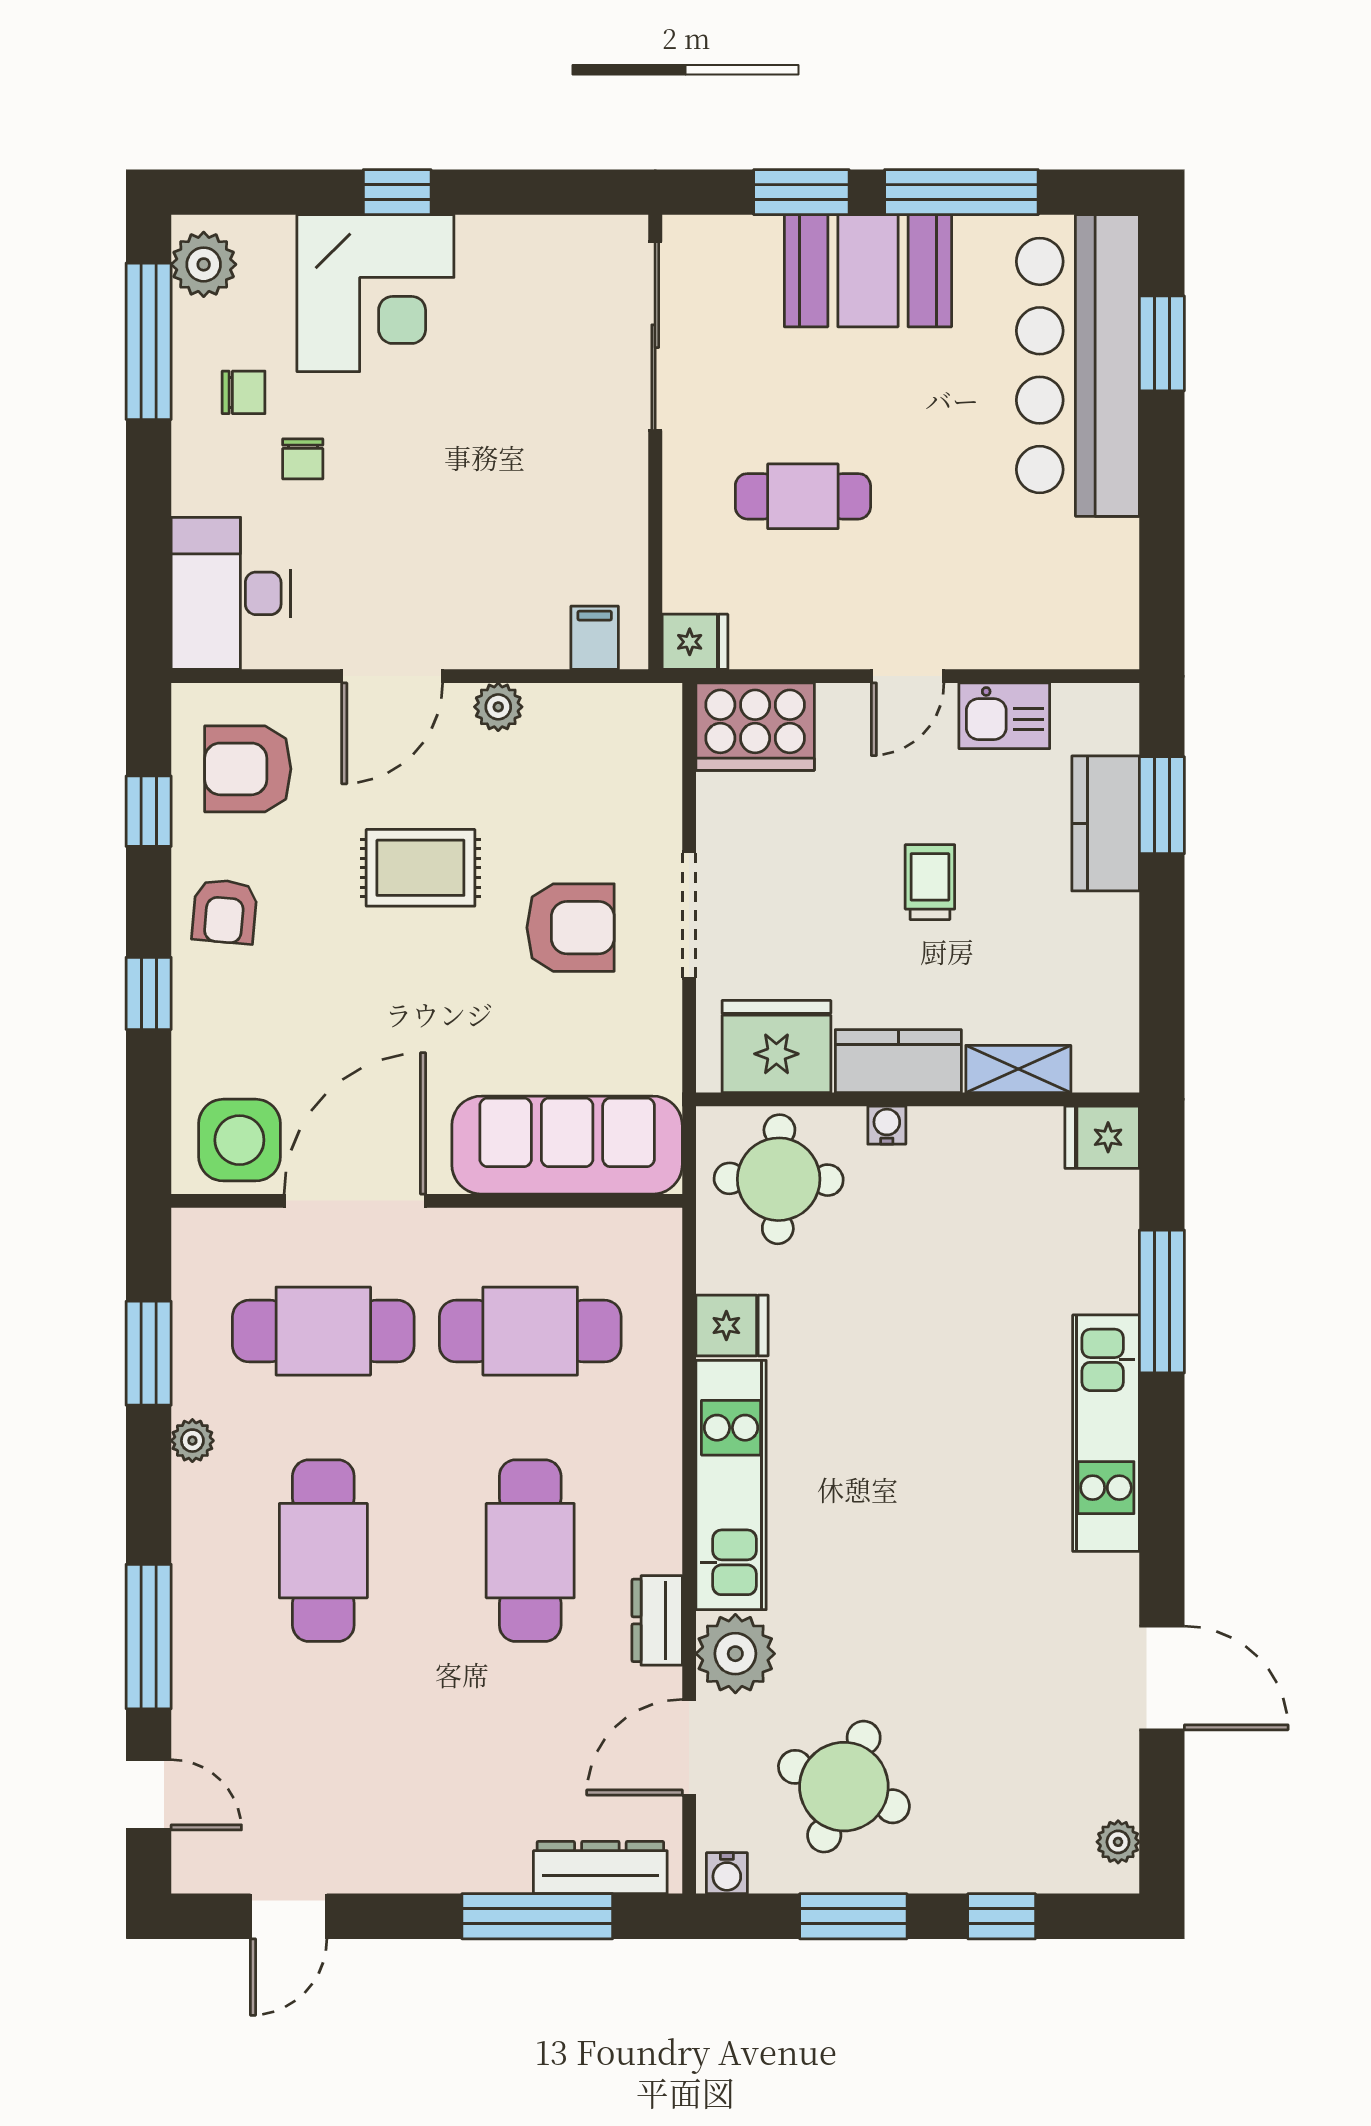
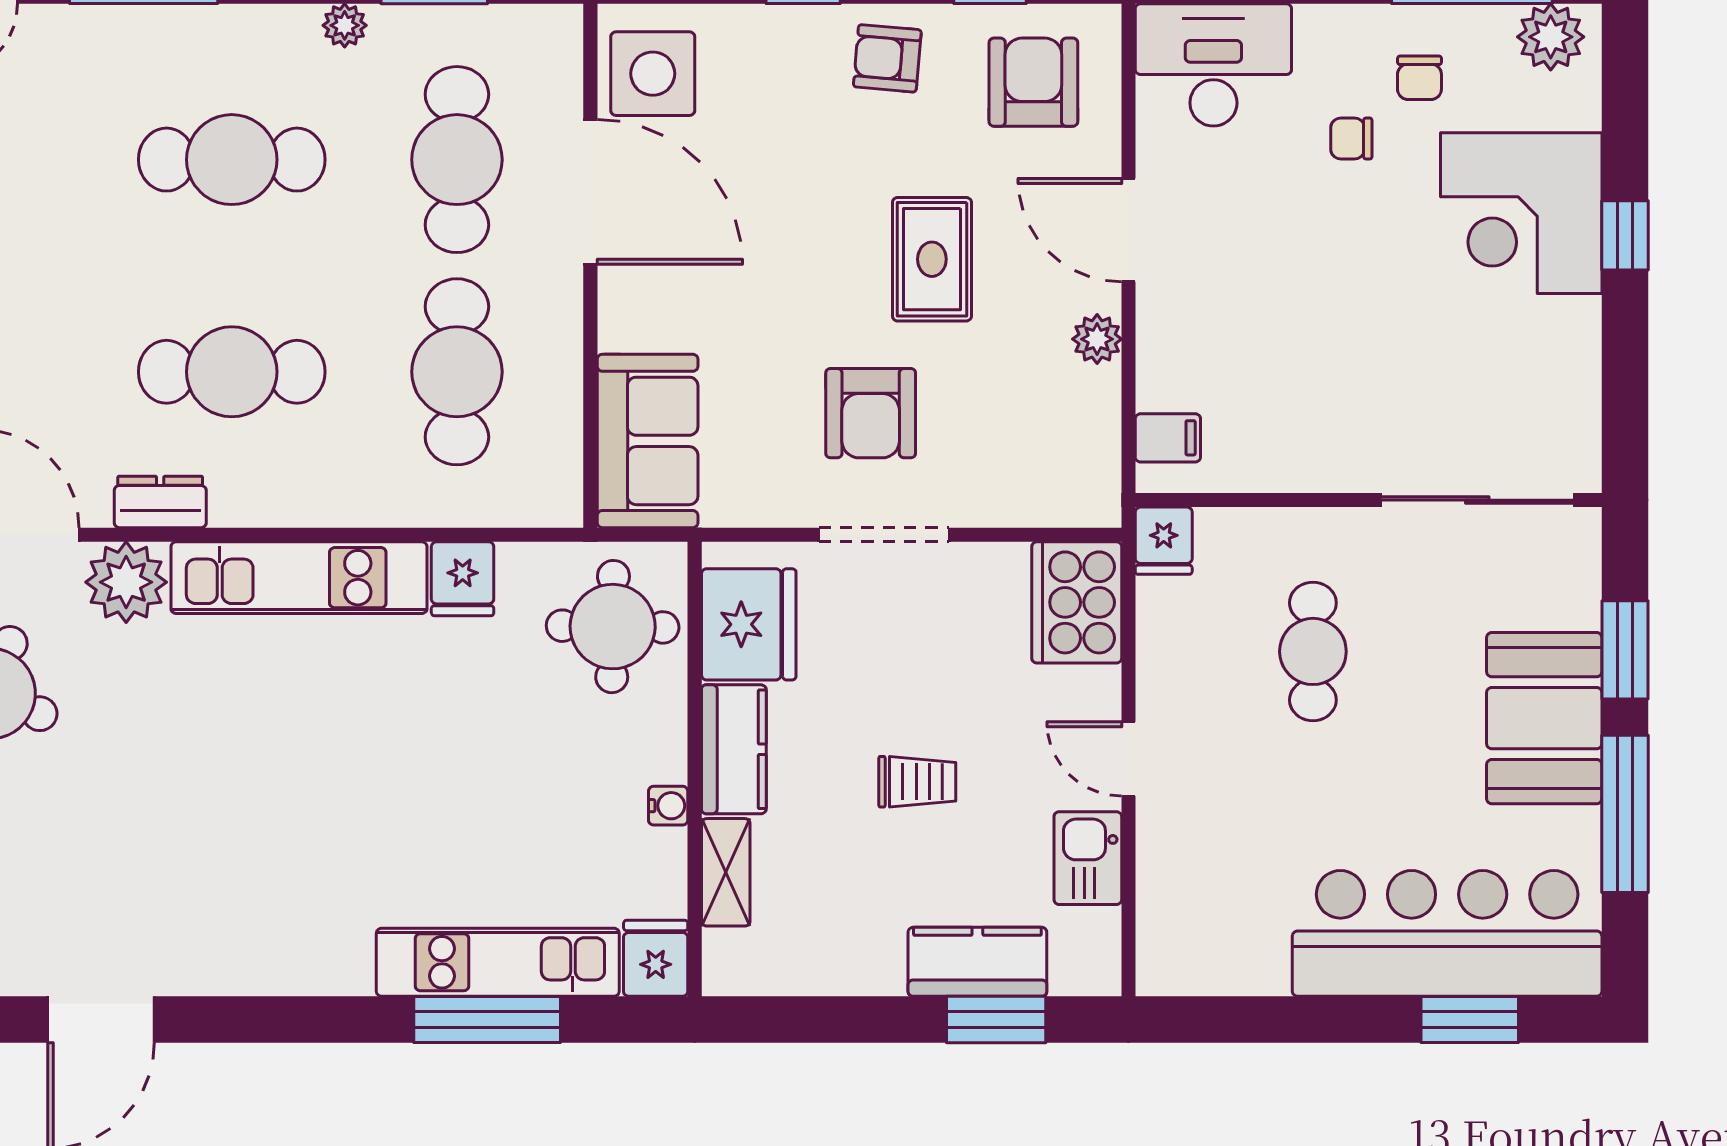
water cooler: (887, 1125) -> (668, 806), moved
sofa: (567, 1145) -> (648, 441), width x0.73
kitchen unit: (1106, 1433) -> (498, 962), moved

